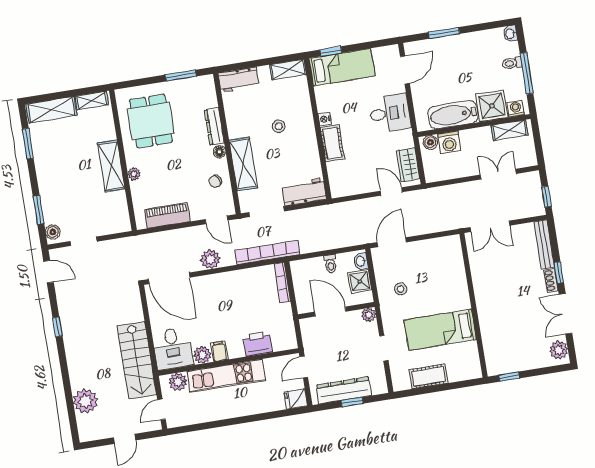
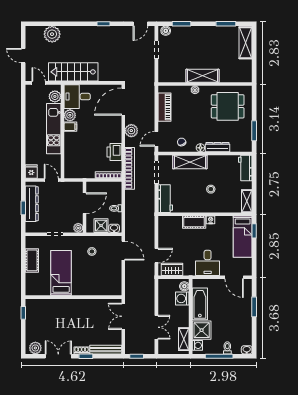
shelving: (92, 100) -> (247, 70), removed
printer: (258, 344) -> (114, 152), moved, turned 180

